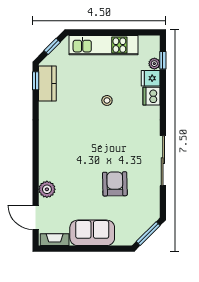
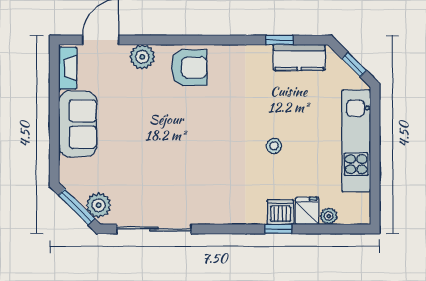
window: (163, 60) -> (278, 229), moved
window: (36, 81) -> (279, 40), moved
sliding door: (163, 161) -> (154, 229), moved
armchair: (115, 184) -> (189, 68), moved
plant: (147, 219) -> (99, 205), added

